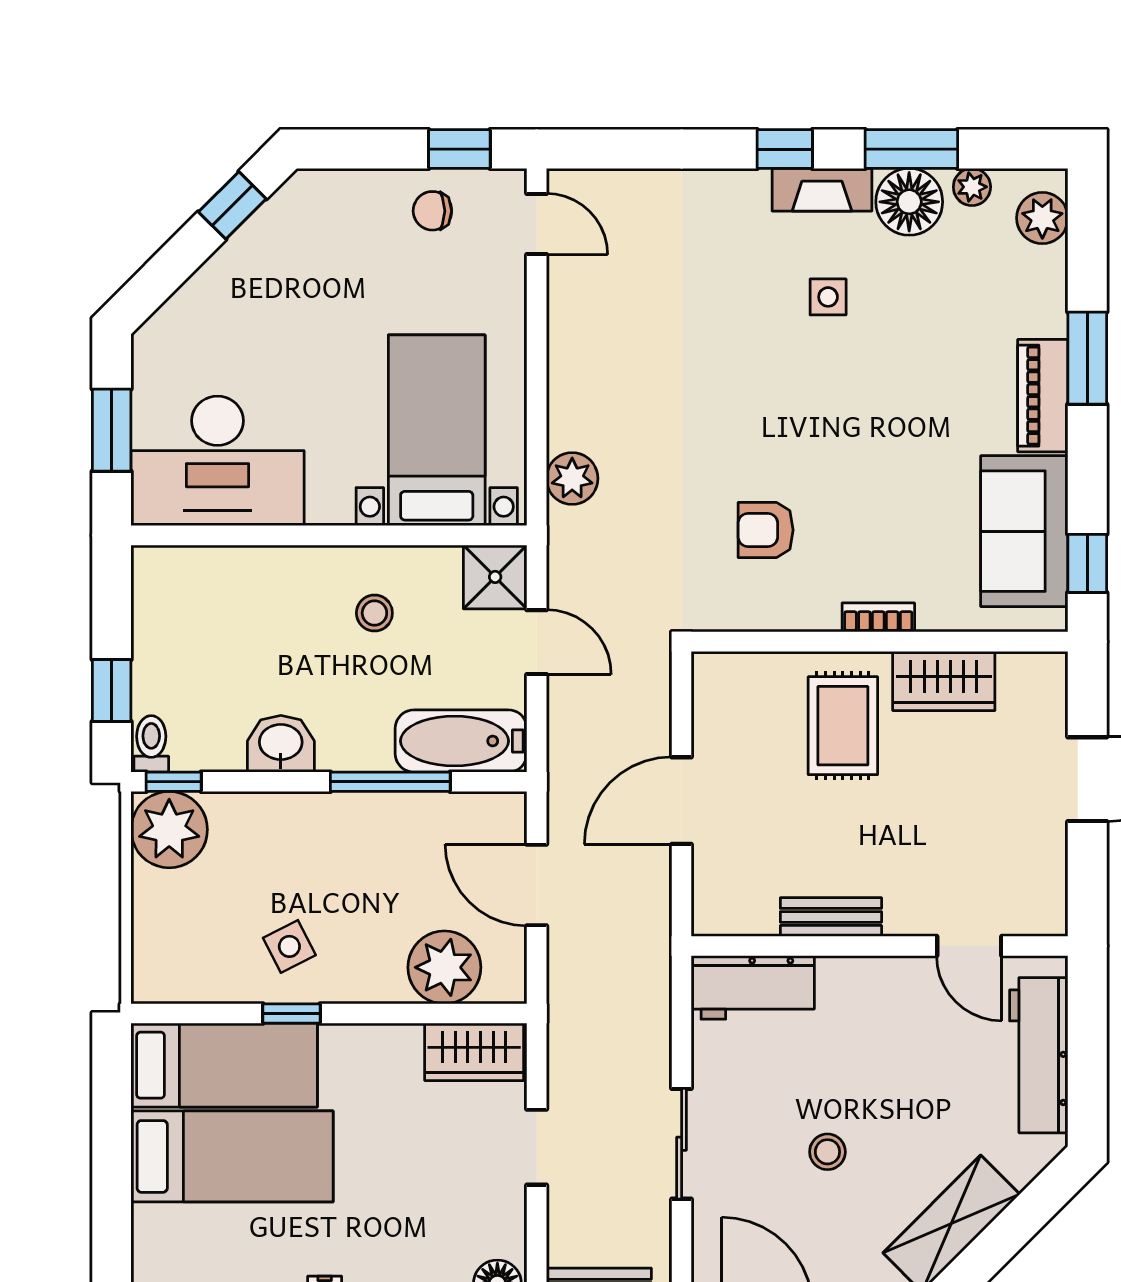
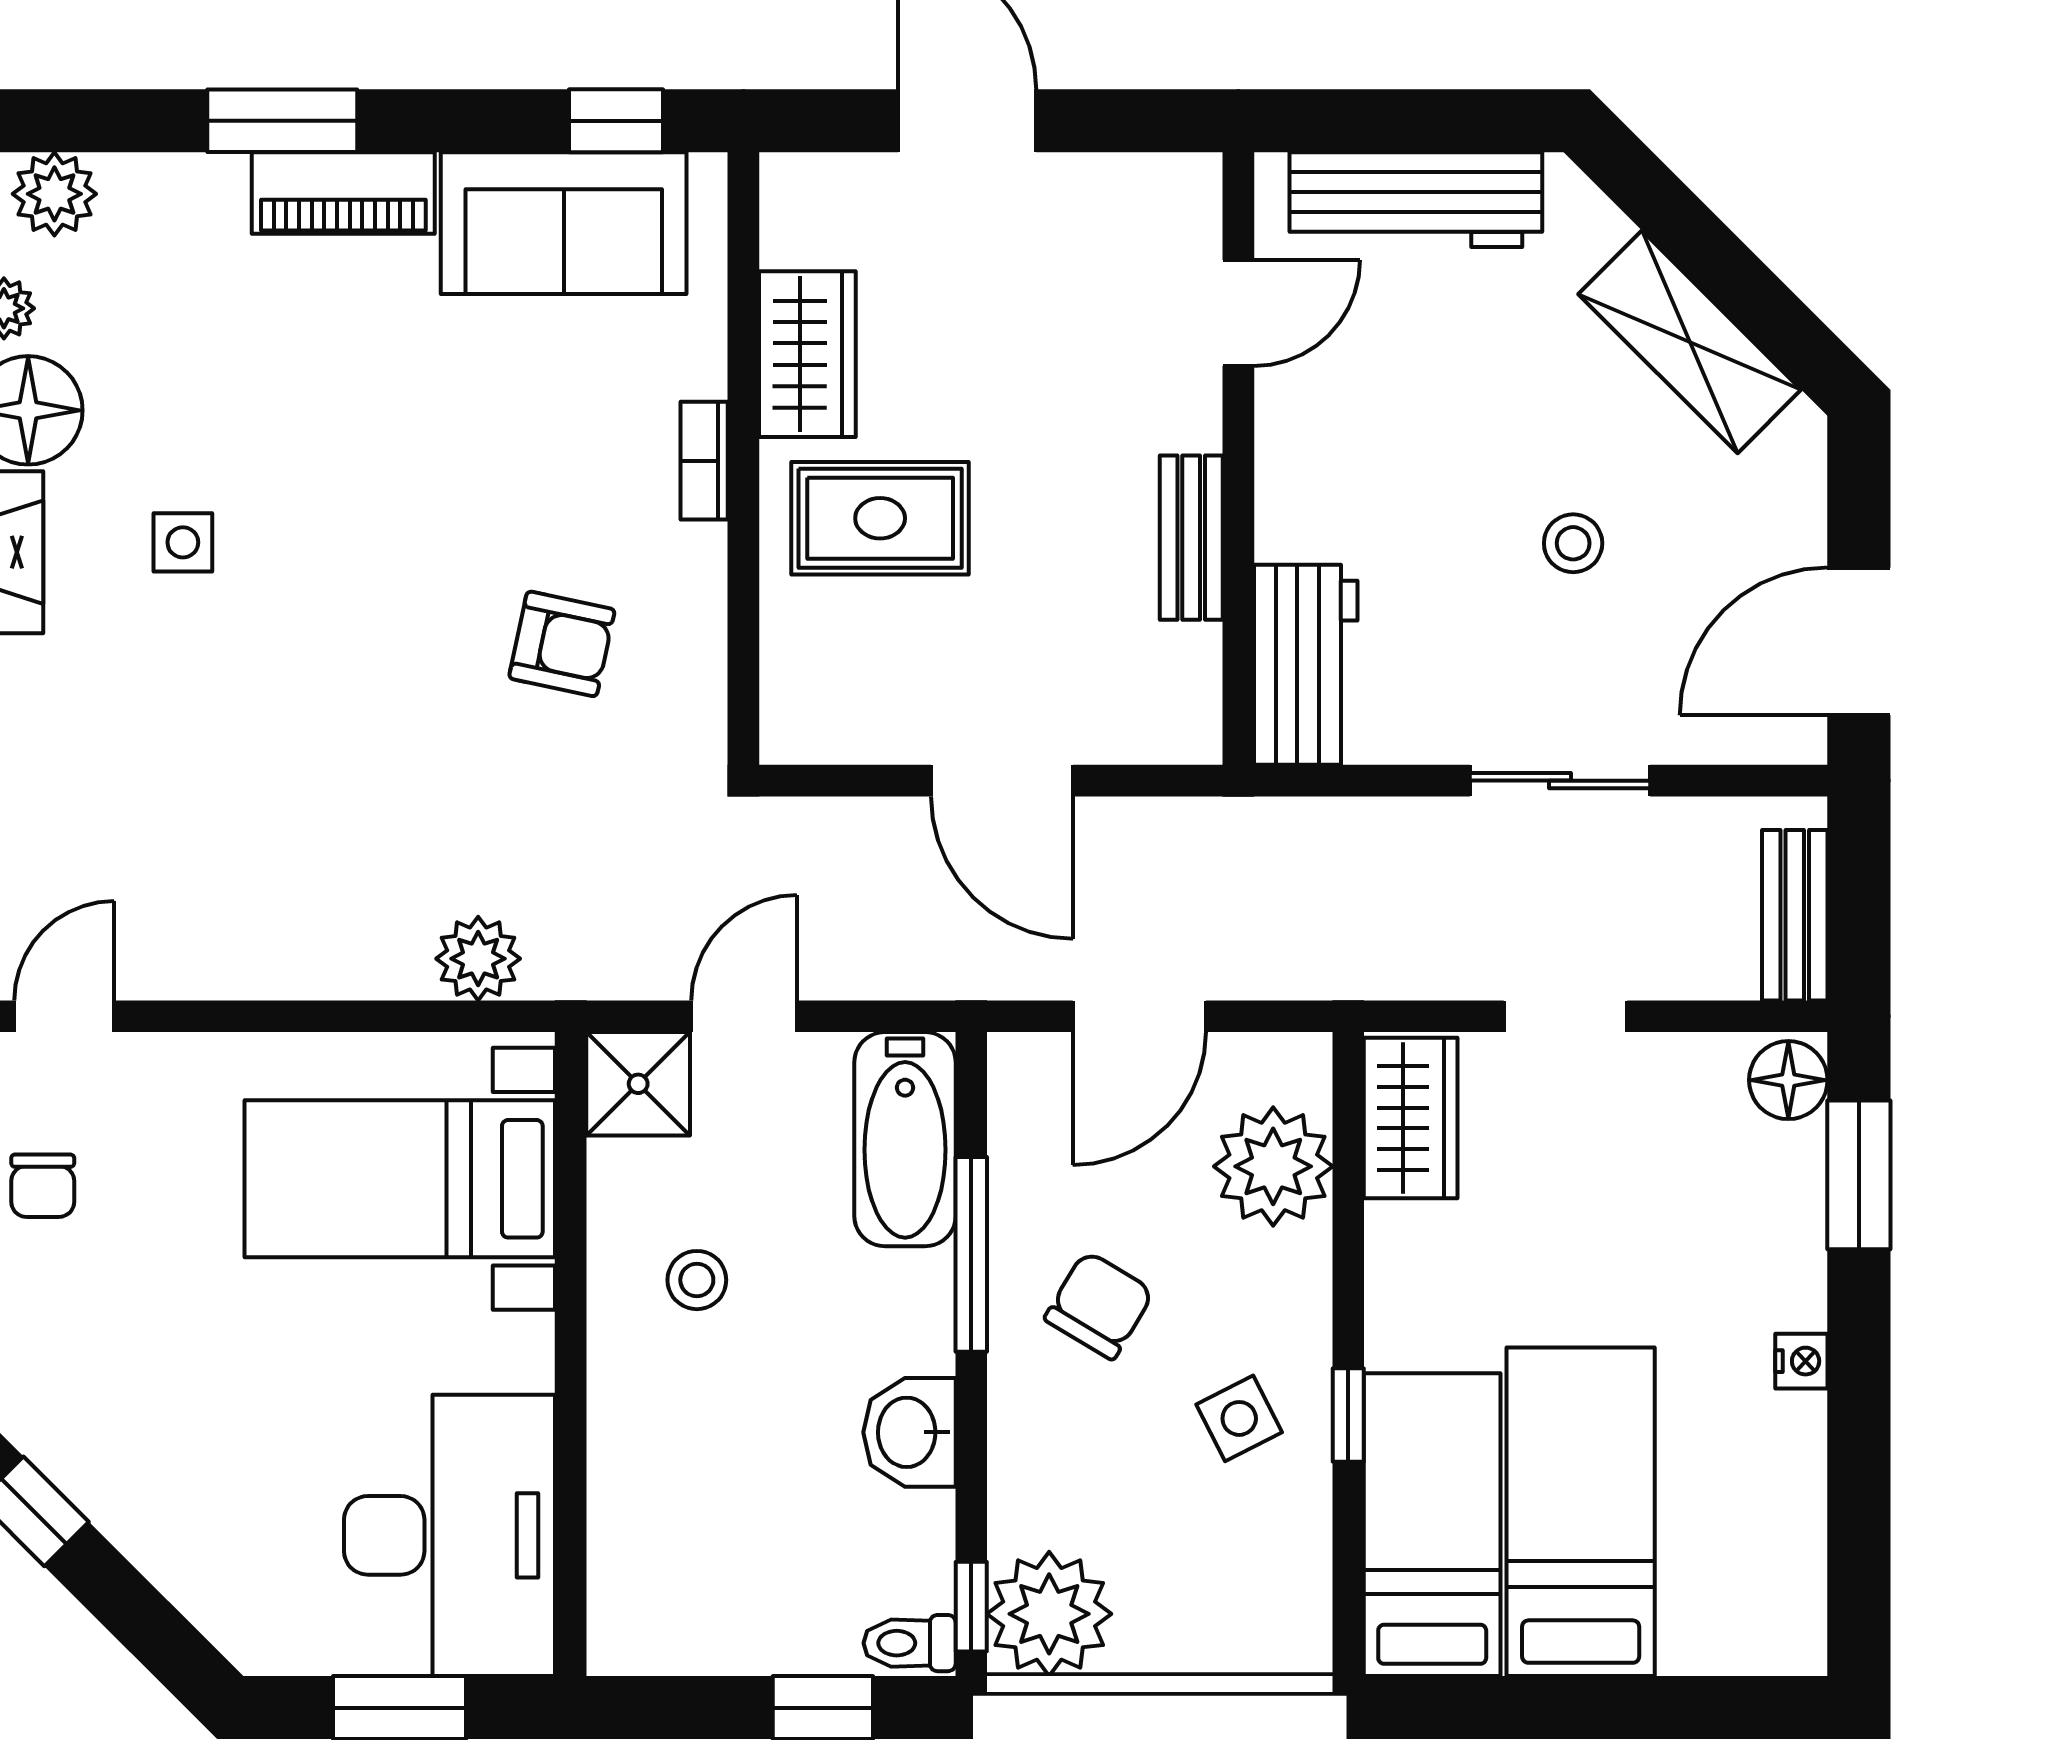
armchair: (766, 530) -> (562, 644), turned -78
chair: (359, 860) -> (1099, 1305), added

